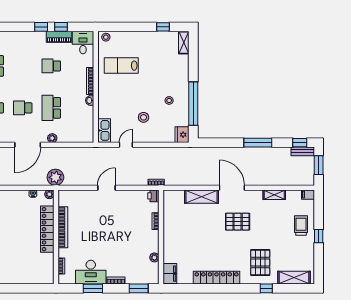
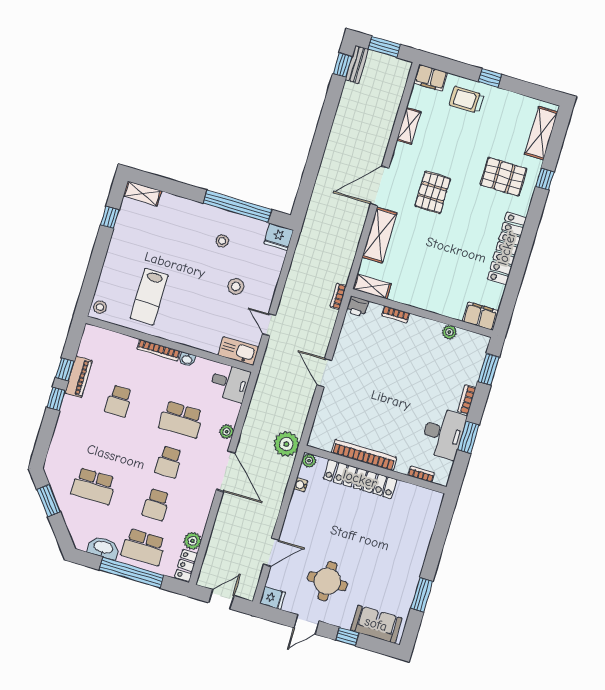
desk: (83, 43) -> (230, 383), moved, turned 180
window: (258, 143) -> (324, 127), removed
filing cabinet: (308, 195) -> (431, 78), width x2.00
shelving: (168, 201) -> (372, 286), added

